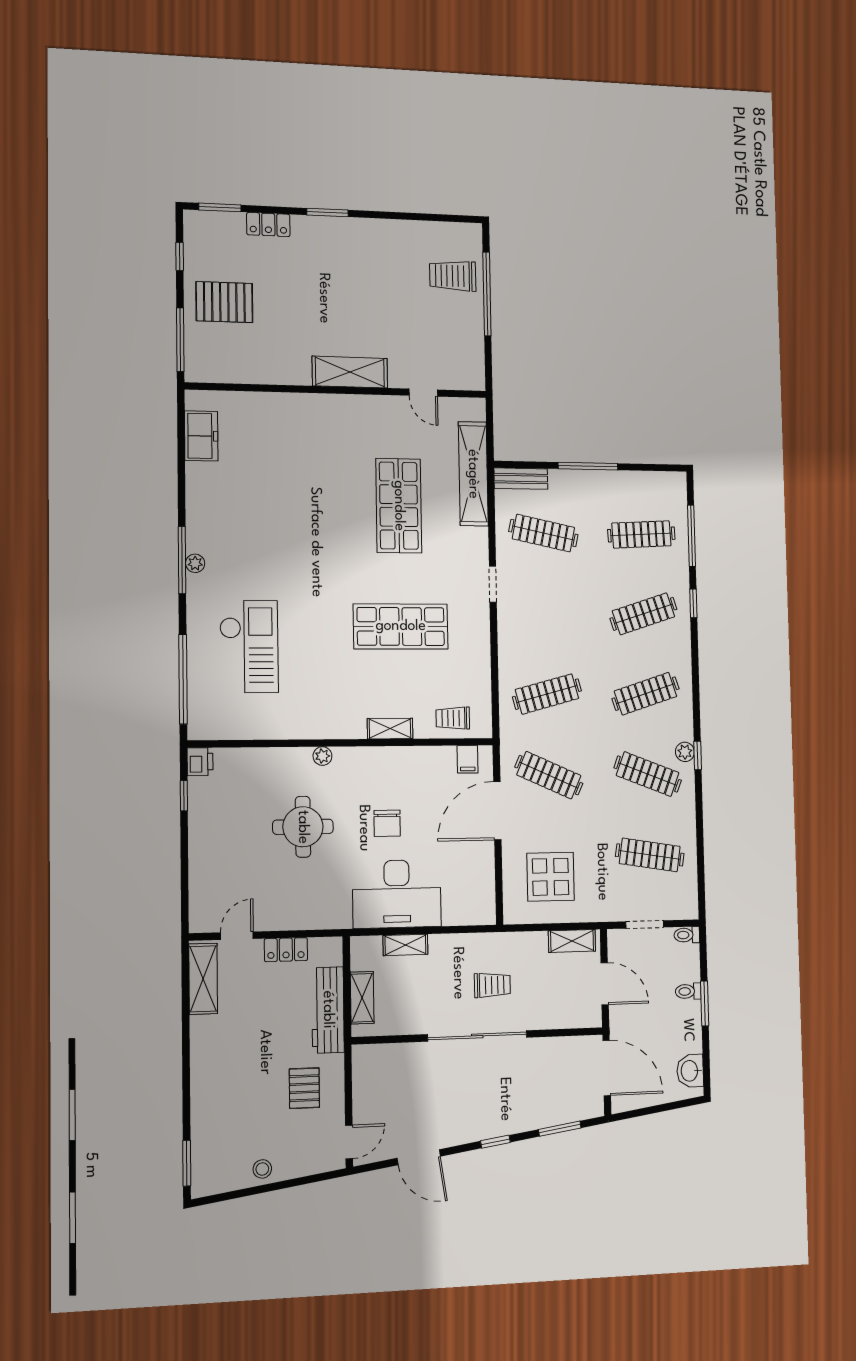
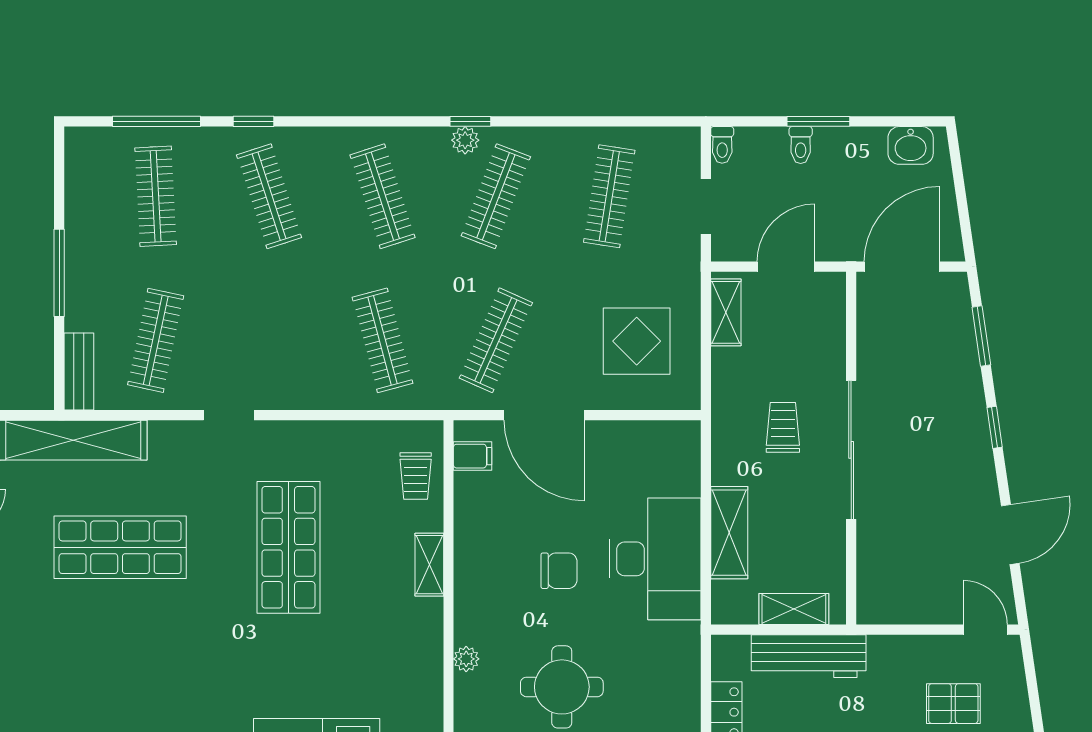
shelving: (405, 945) -> (729, 533), width x1.50, depth x1.33
pallet: (304, 1088) -> (953, 704), moved

